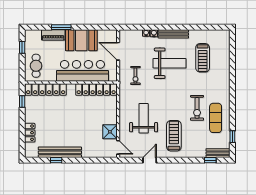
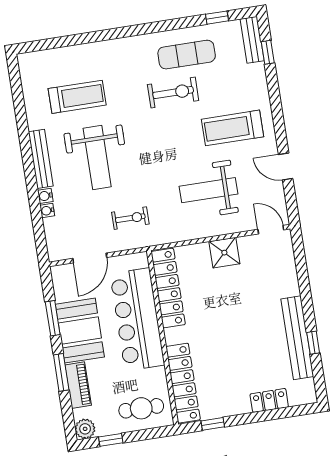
window: (90, 27) -> (53, 318), added
plant: (30, 35) -> (85, 429), added
weight bench: (170, 63) -> (97, 158), turned 180
shower: (110, 132) -> (224, 253), moved
door: (118, 147) -> (271, 230), hinge flipped

